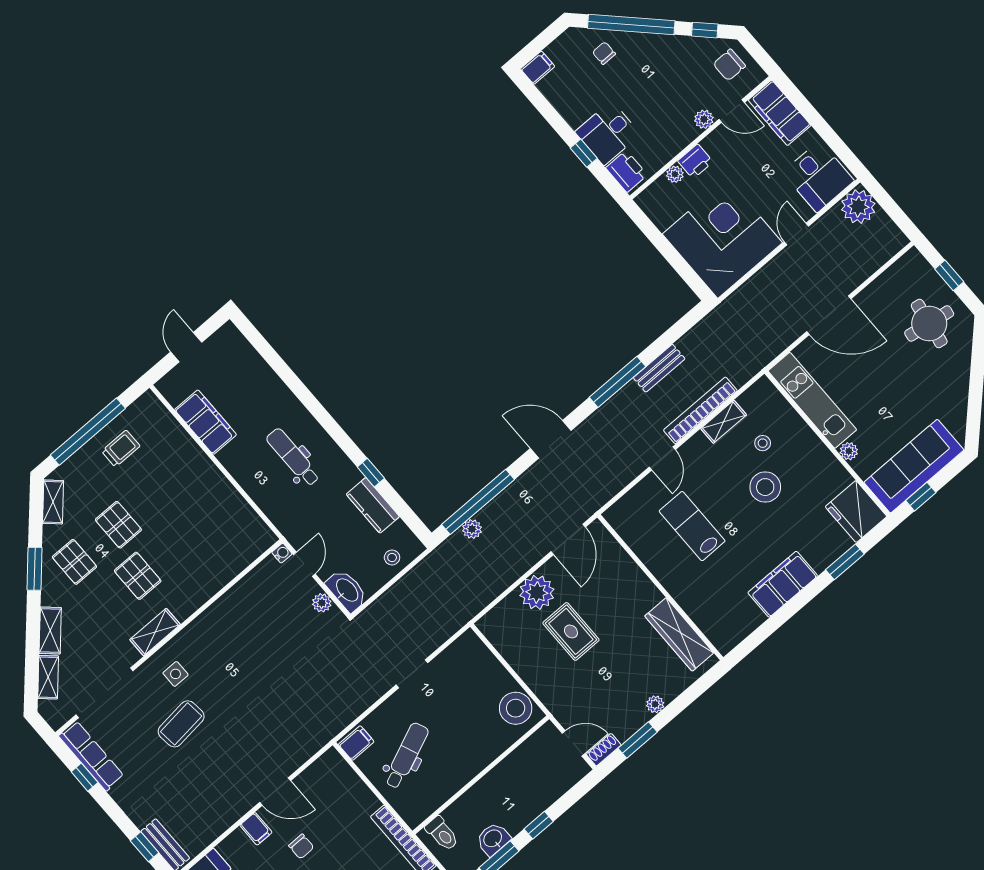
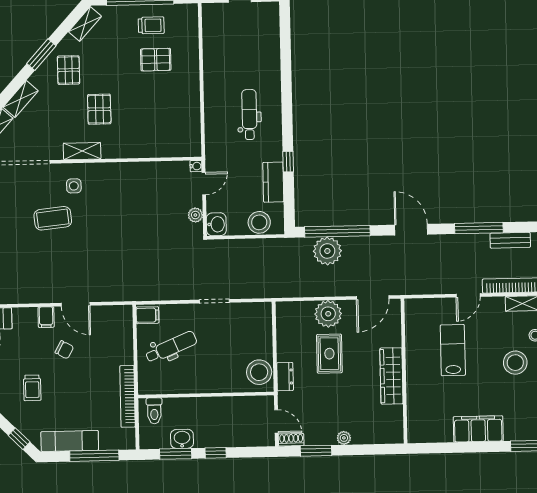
filing cabinet: (206, 422) -> (215, 51), removed
pallet: (118, 525) -> (156, 60), moved, turned 90
plant: (472, 529) -> (327, 251), width x1.88, depth x1.88
stool: (392, 557) -> (259, 222), width x1.89, depth x1.89
washbasin: (347, 591) -> (216, 224), width x0.72
wardrobe: (679, 634) -> (391, 376), moved
dresser: (545, 691) -> (285, 377), added
chair: (301, 846) -> (64, 350), turned -61

